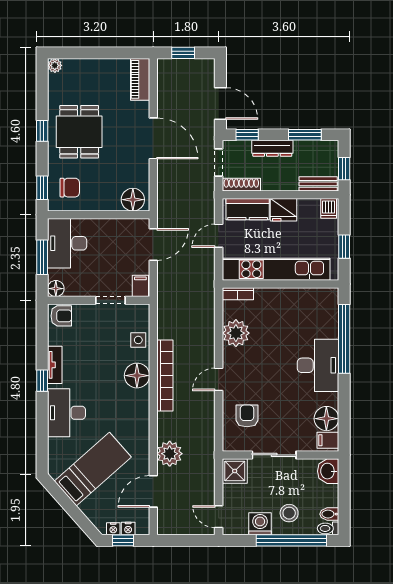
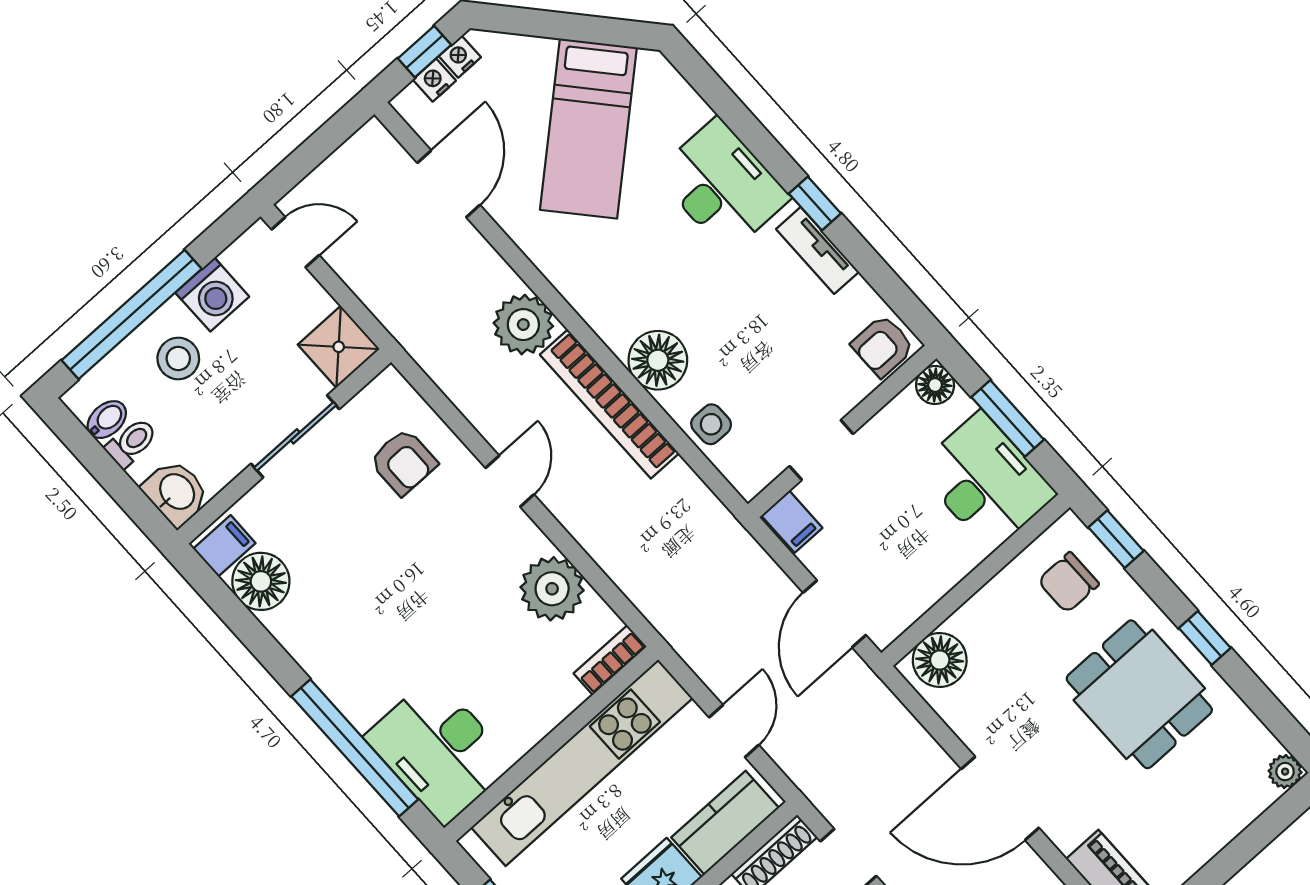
desk: (318, 365) -> (439, 750), moved
plant: (170, 454) -> (523, 325), moved
toilet: (328, 528) -> (131, 443), moved

